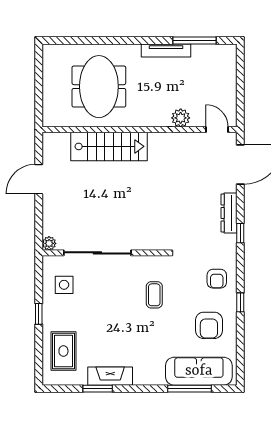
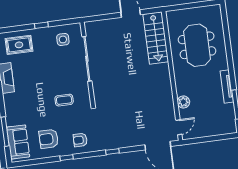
meeting table: (99, 87) -> (197, 45), turned 90
stairs: (109, 146) -> (156, 38), moved
dresser: (229, 213) -> (125, 142), removed
plant: (49, 243) -> (89, 26), removed
sofa: (199, 371) -> (18, 142), width x0.73

